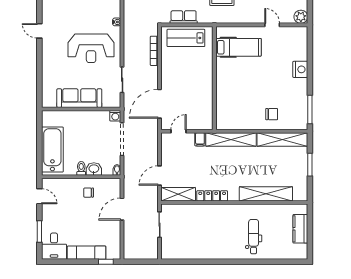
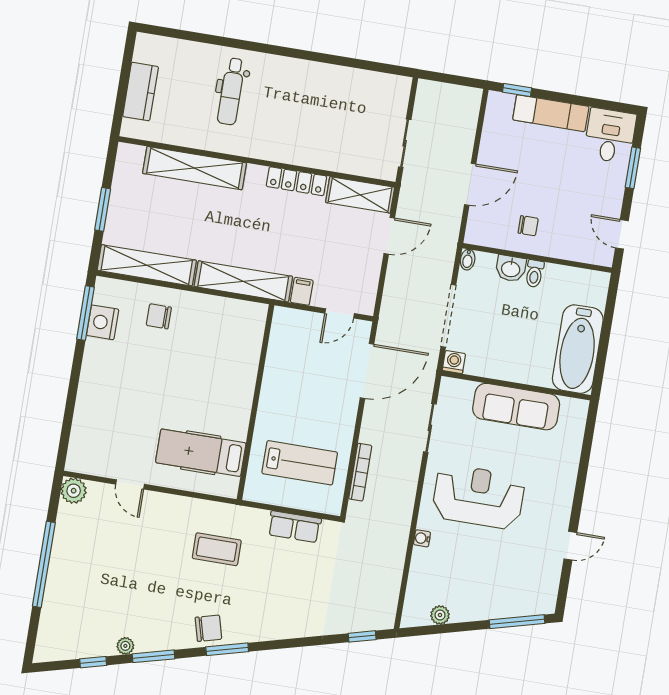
door: (39, 31) -> (570, 546), hinge flipped
lab bench: (186, 38) -> (300, 463), moved
nightstand: (300, 69) -> (103, 322), moved
bathtub: (52, 150) -> (578, 349), moved

